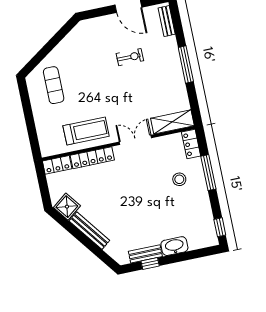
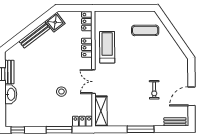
treadmill: (86, 131) -> (107, 47), turned 180
double door: (135, 140) -> (93, 82), swing flipped
locker: (92, 158) -> (87, 48), width x0.66
stool: (179, 179) -> (61, 92), moved

